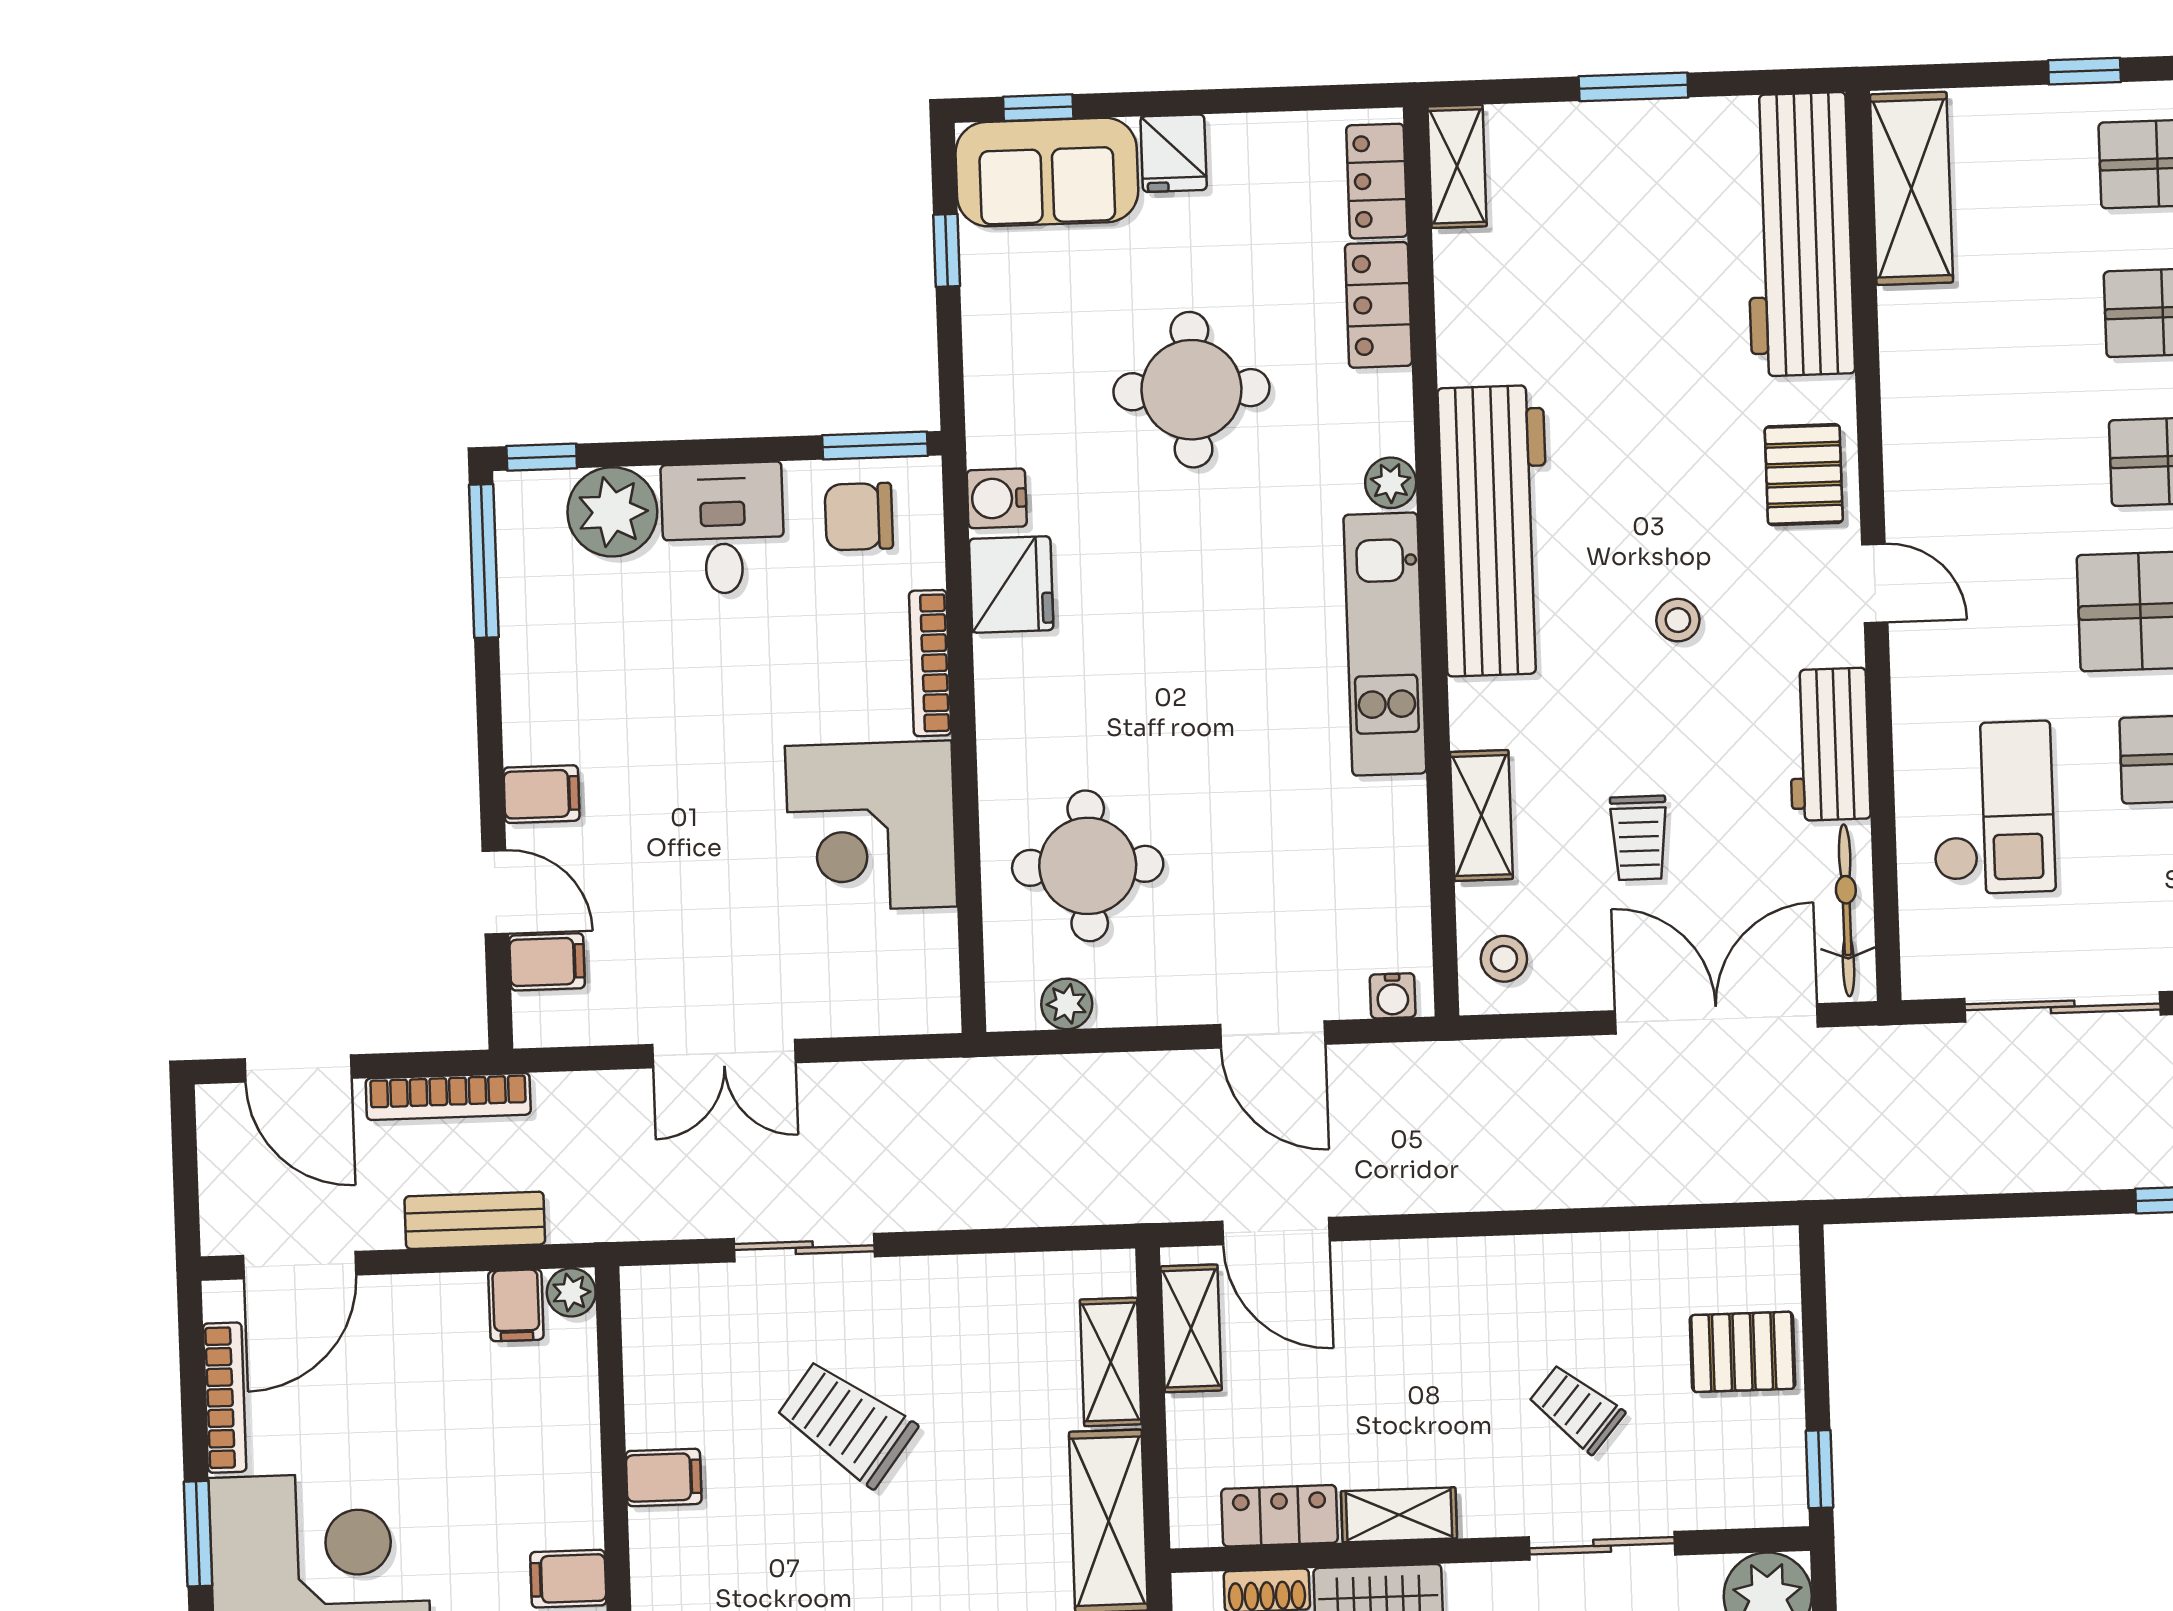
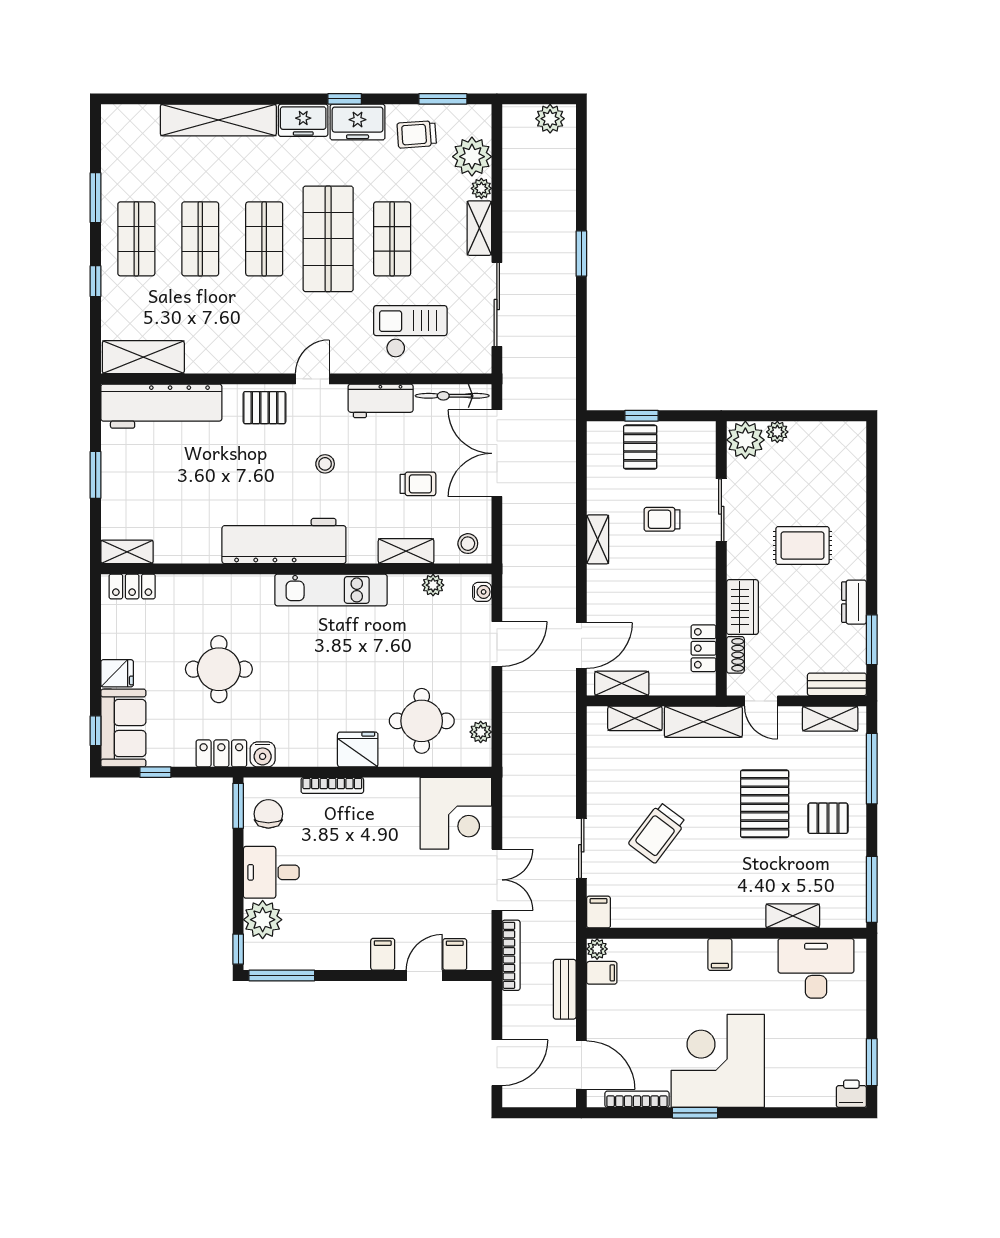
locker: (1378, 305) -> (221, 753), moved, turned 180
plant: (1391, 483) -> (433, 585), moved
chair: (859, 517) -> (268, 814), turned 180
fridge: (1011, 584) -> (358, 749), moved
corner desk: (871, 826) -> (456, 813), moved
bookcase: (448, 1096) -> (511, 955), moved
trolley: (1576, 1409) -> (662, 519), turned 50
window: (1820, 1469) -> (642, 416), moved
filing cabinet: (664, 1477) -> (599, 912), moved
shelving: (1399, 1515) -> (598, 539), moved

